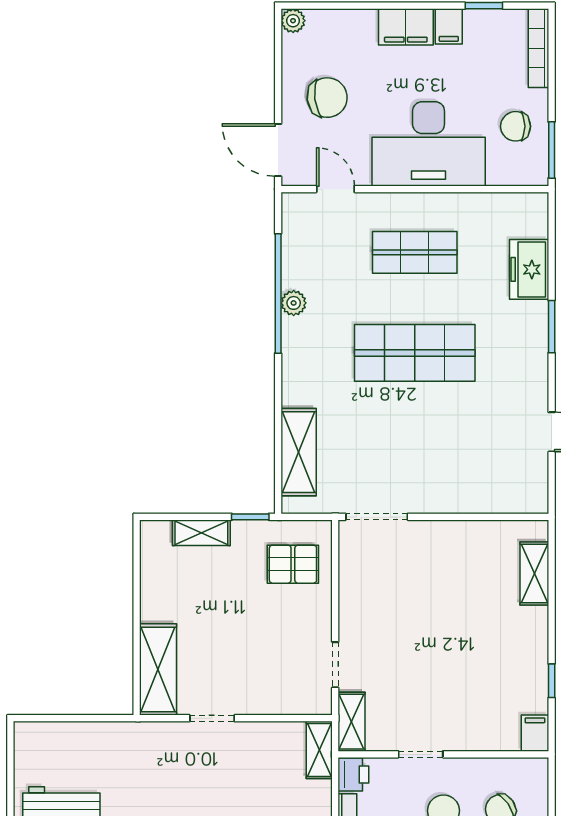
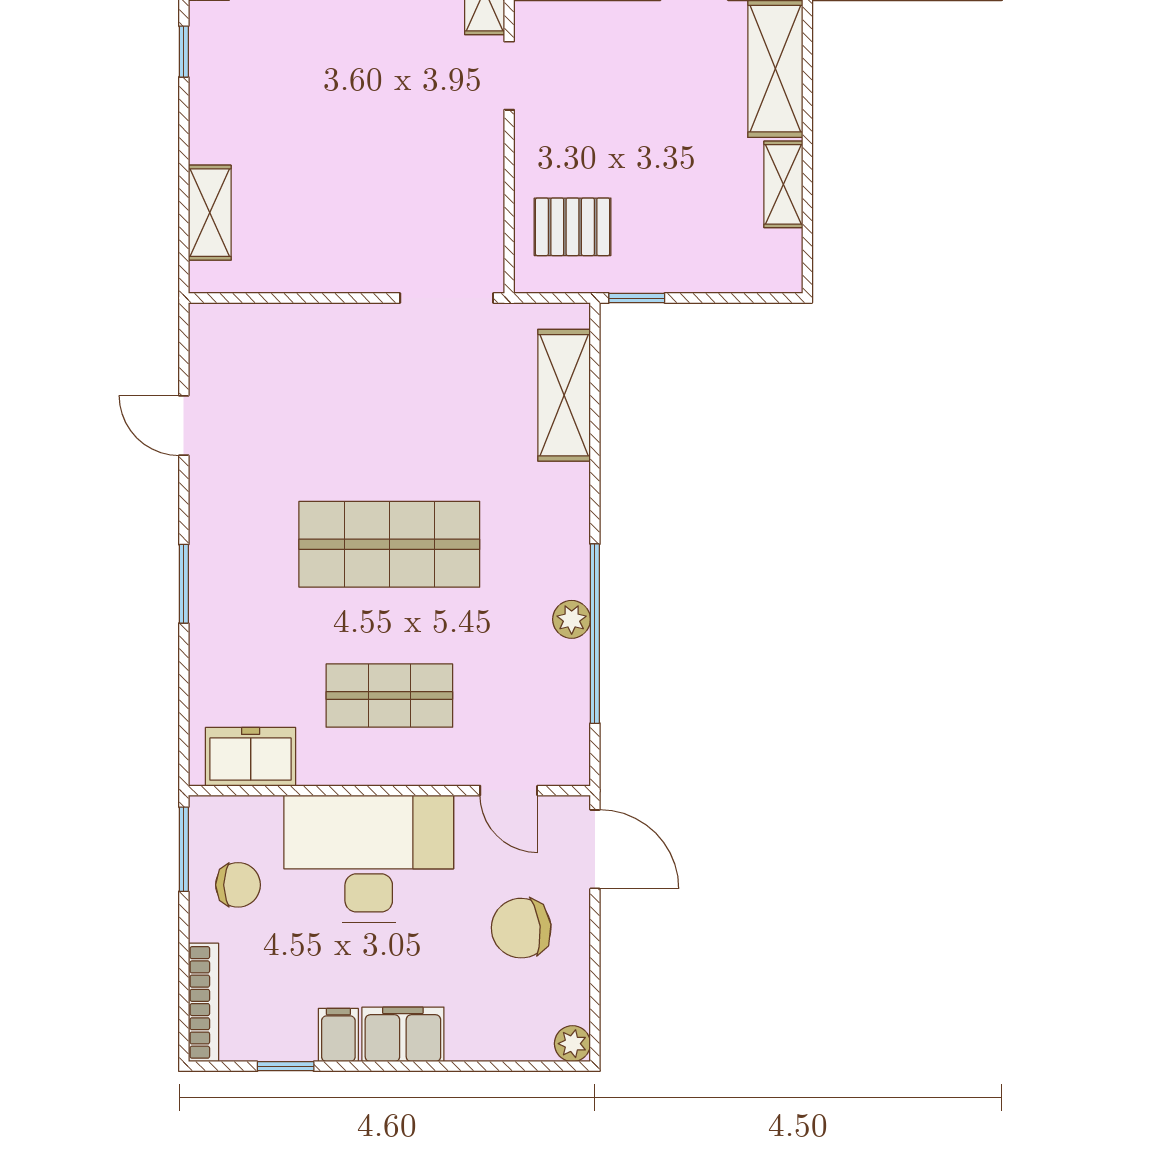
freezer: (529, 269) -> (251, 757), moved, turned -90
shelving: (201, 533) -> (783, 184), moved, turned 90

